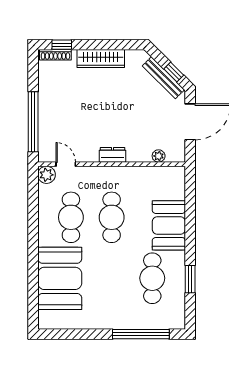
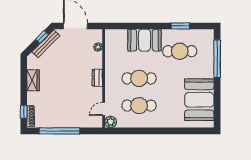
wardrobe: (101, 59) -> (33, 80), width x0.67
window: (33, 122) -> (59, 131), moved
booth: (60, 278) -> (199, 100), moved, turned 90

